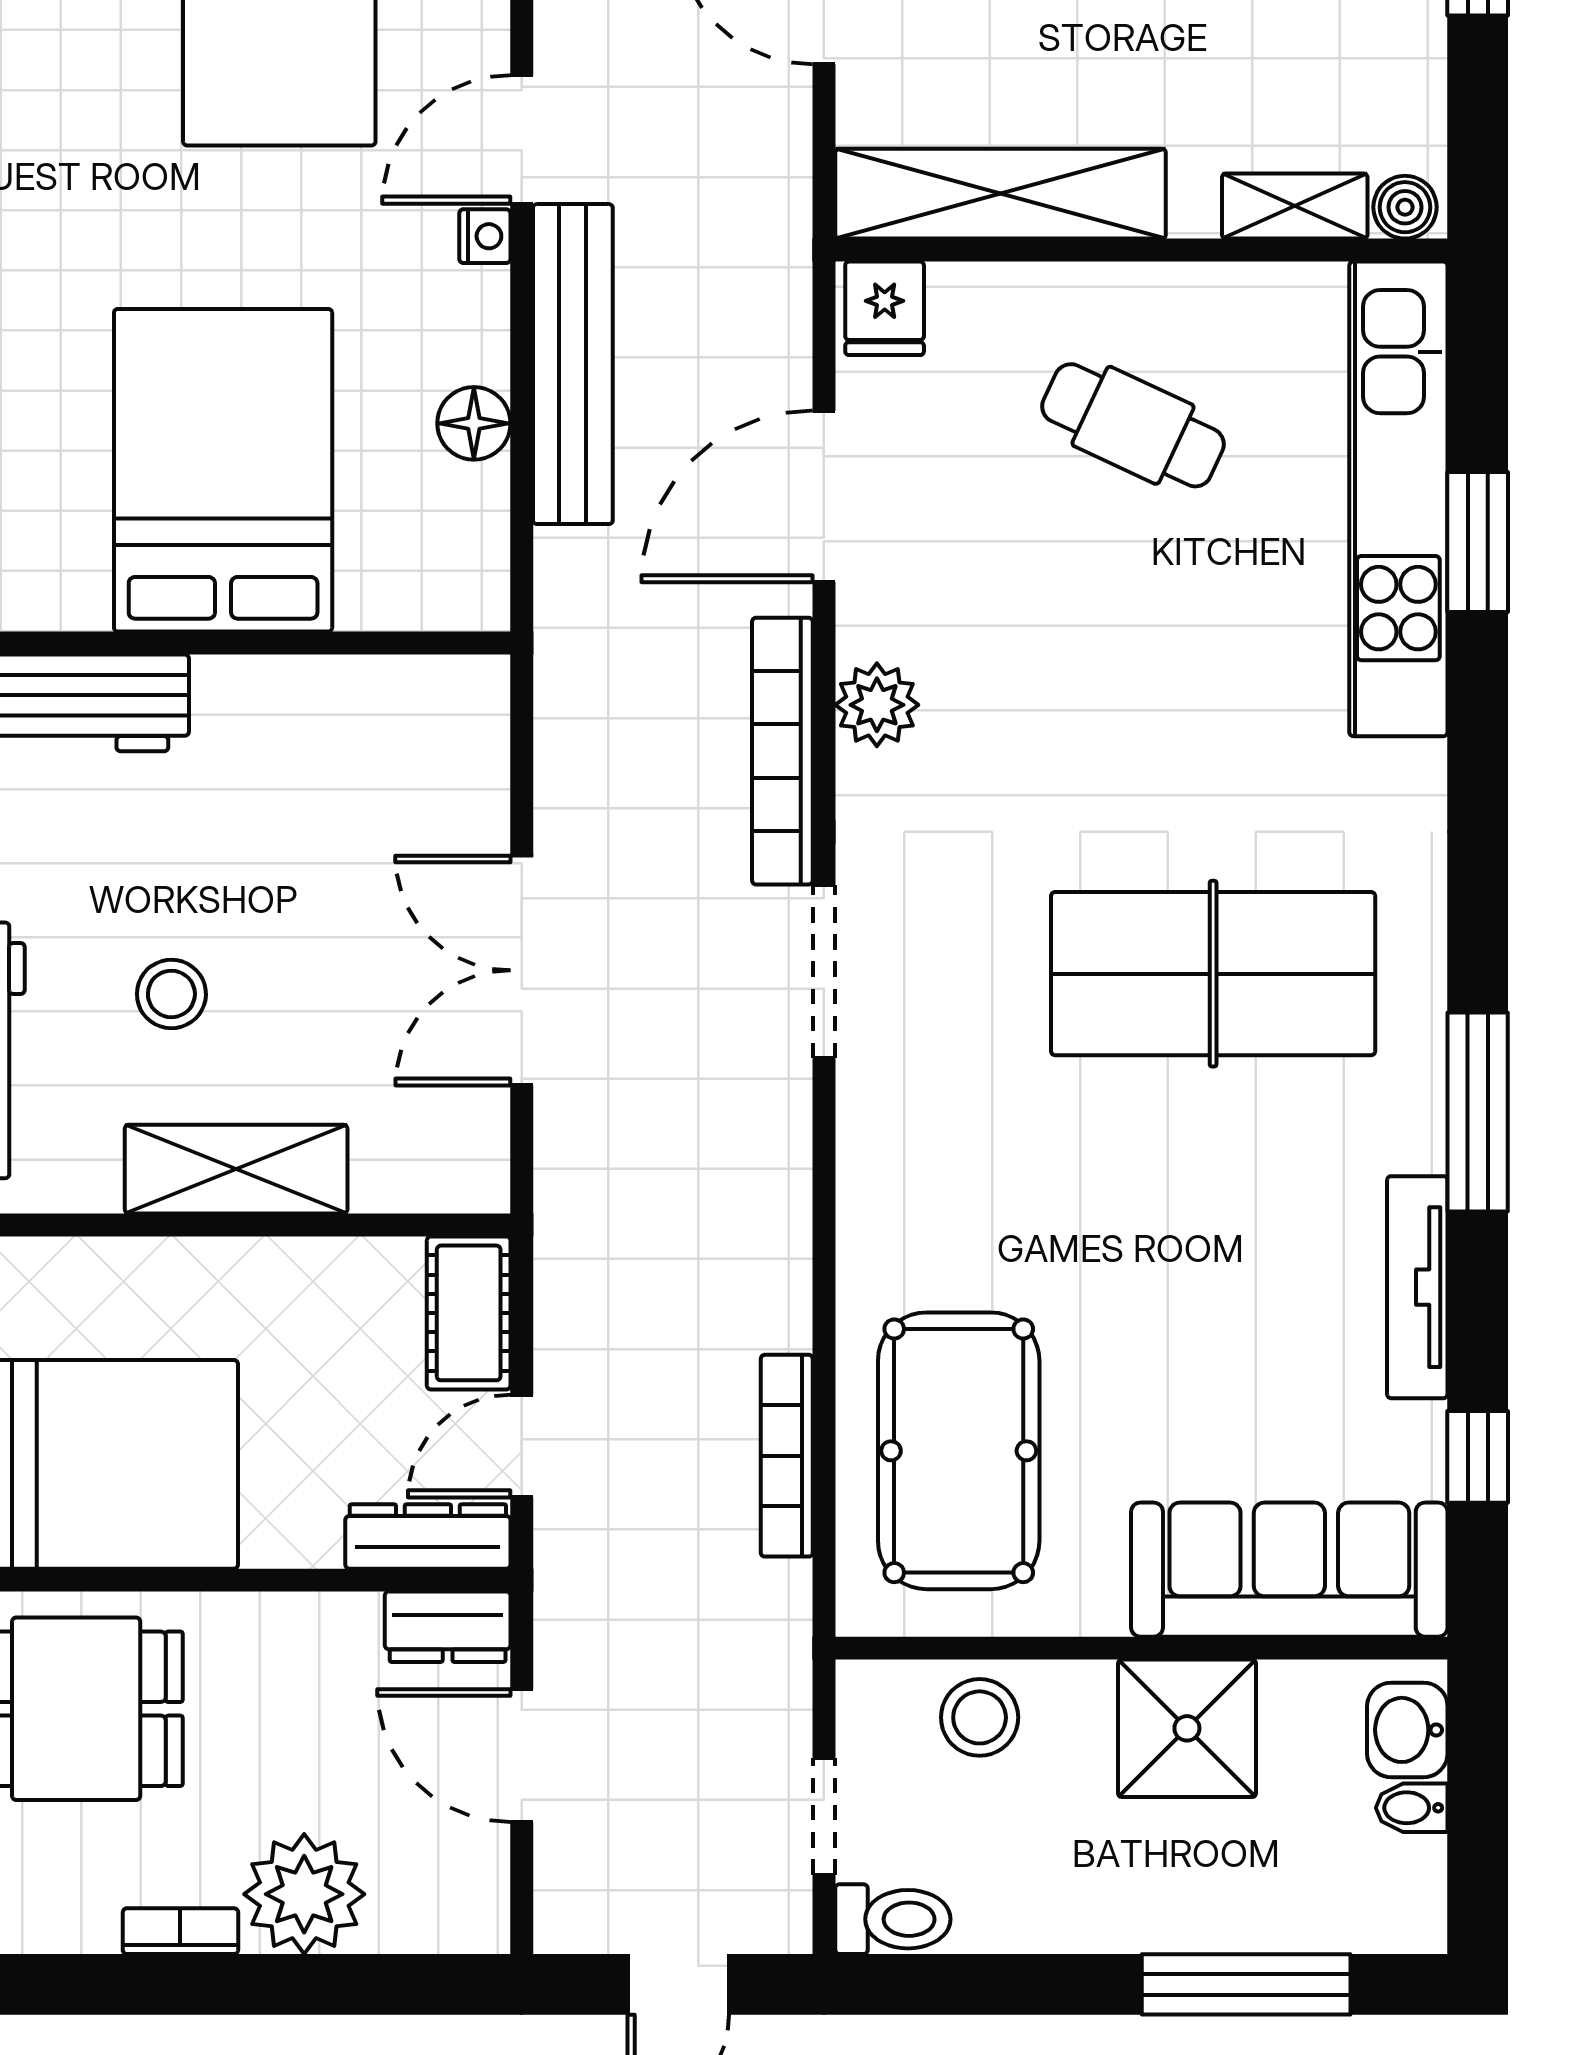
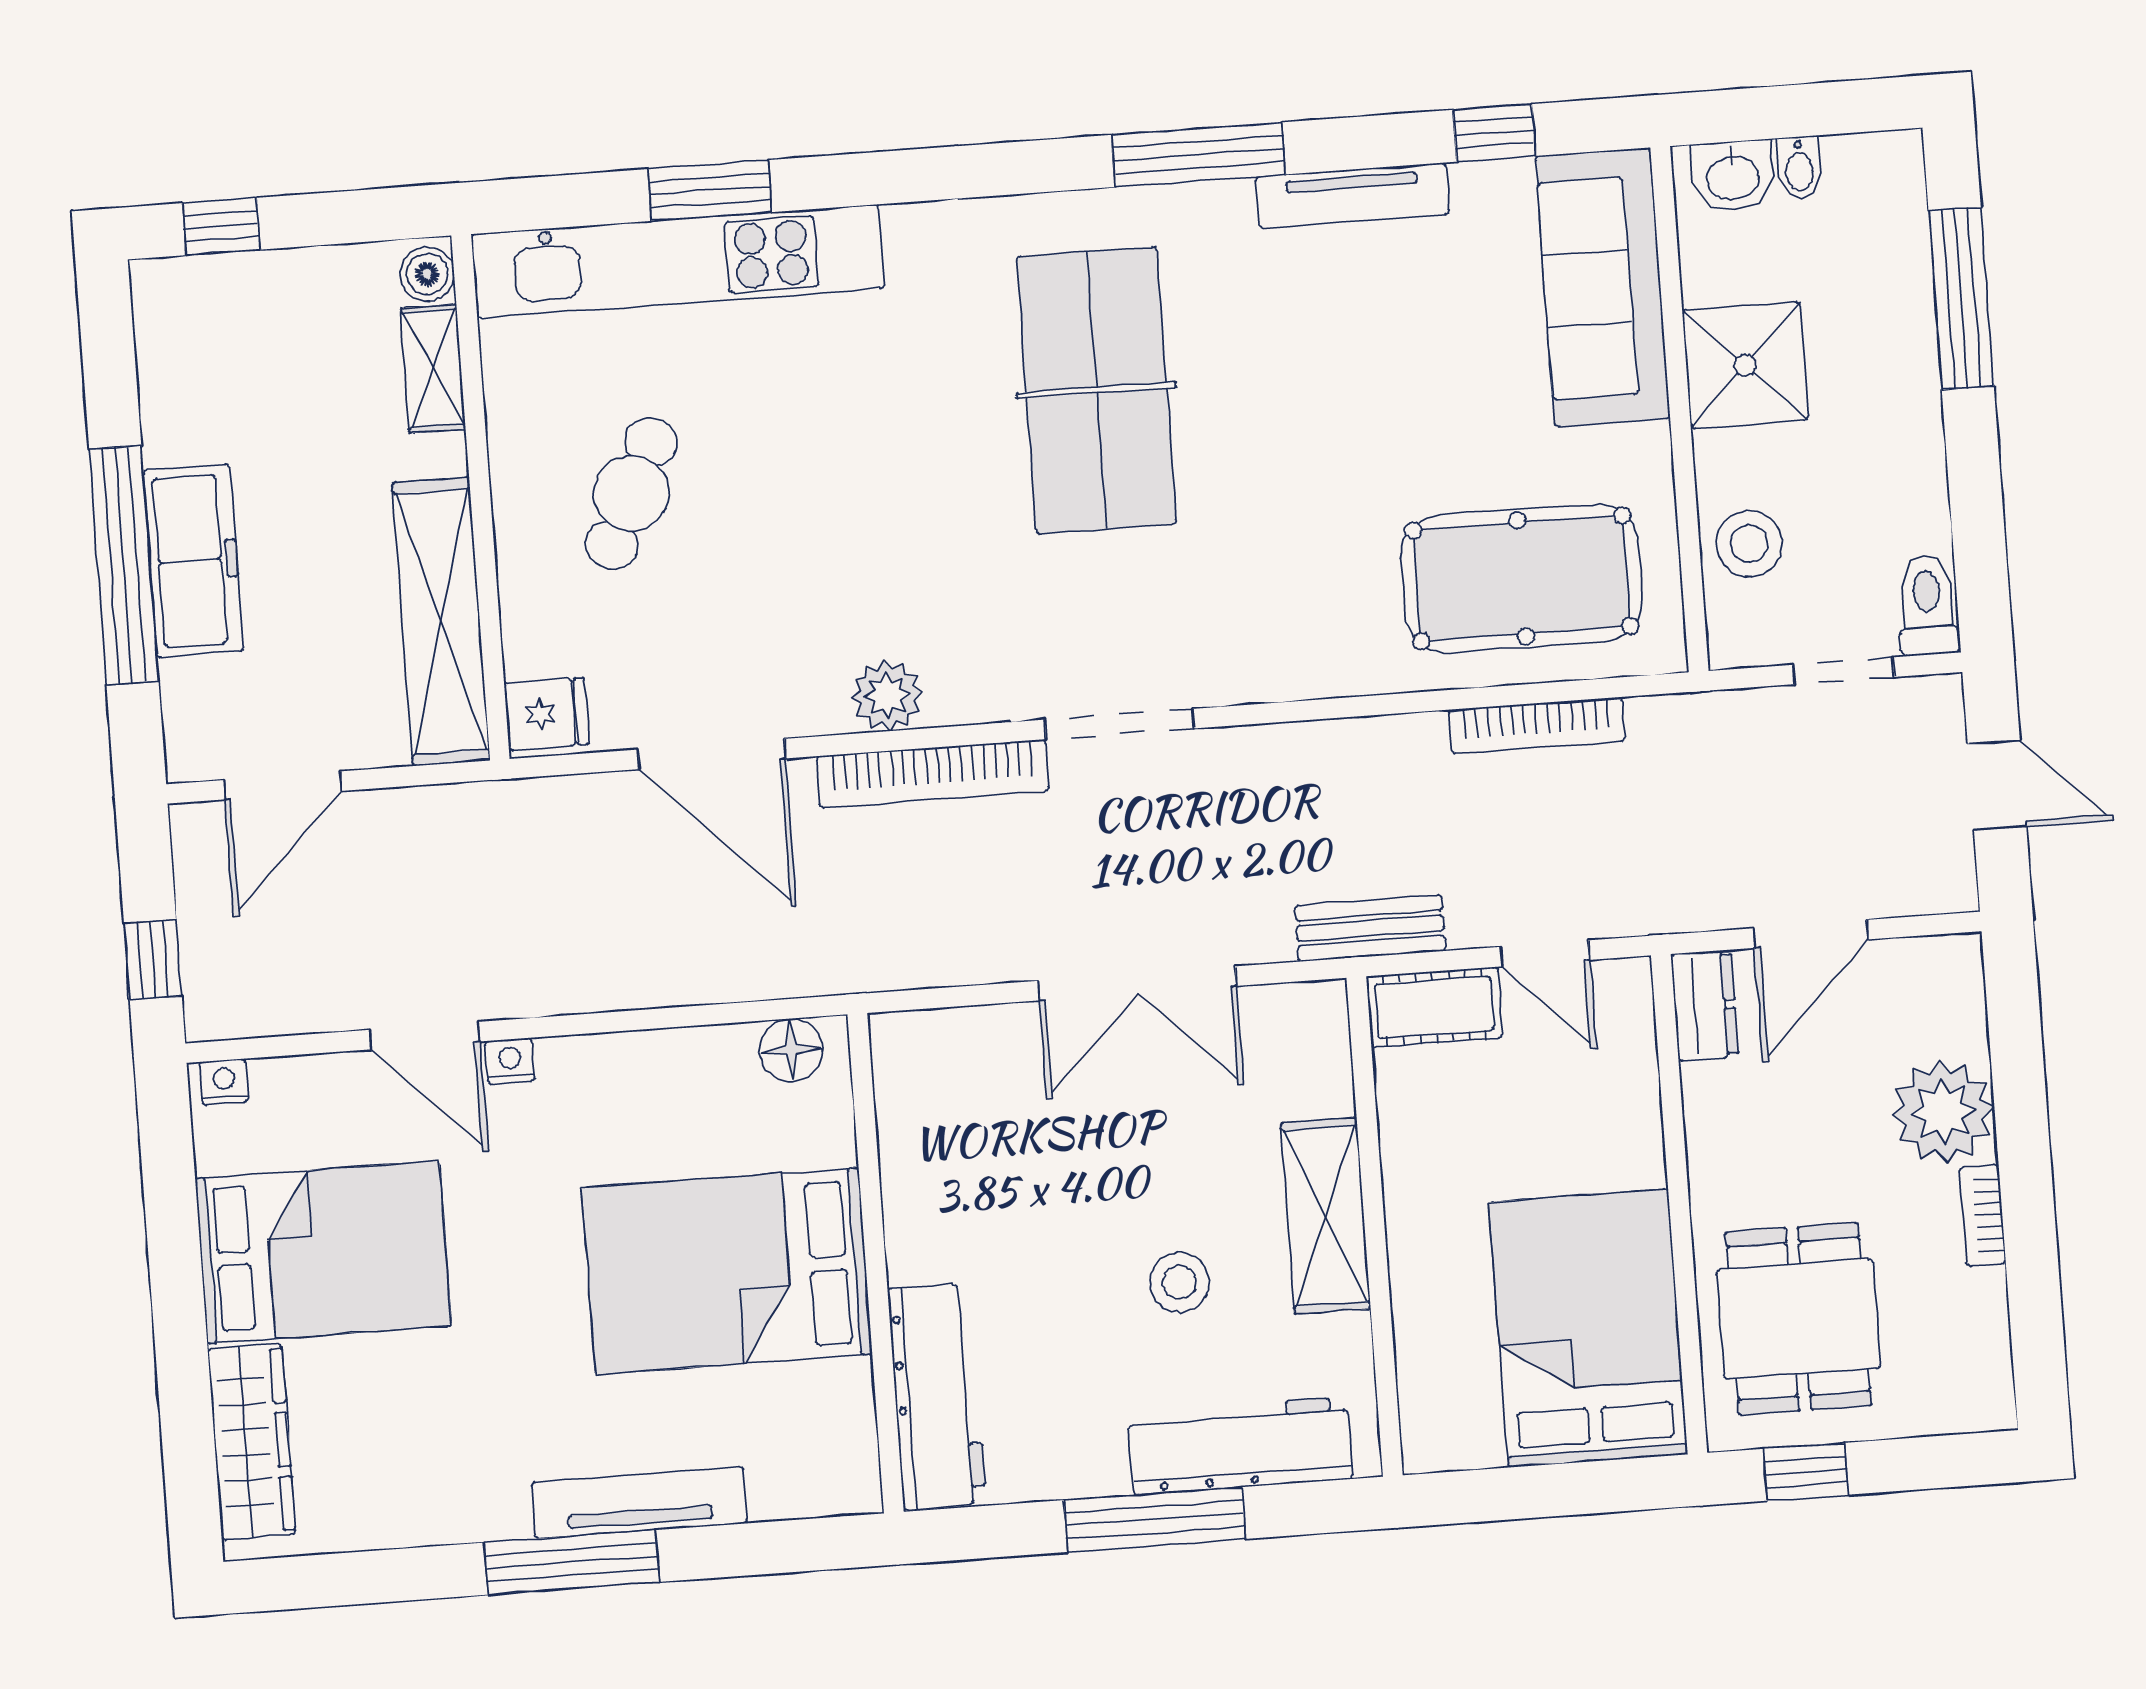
bench: (573, 364) -> (1370, 928), moved, width x0.54, depth x0.82
floor lamp: (474, 423) -> (791, 1050), moved
dresser: (428, 1537) -> (1629, 1028), removed

